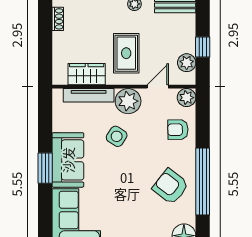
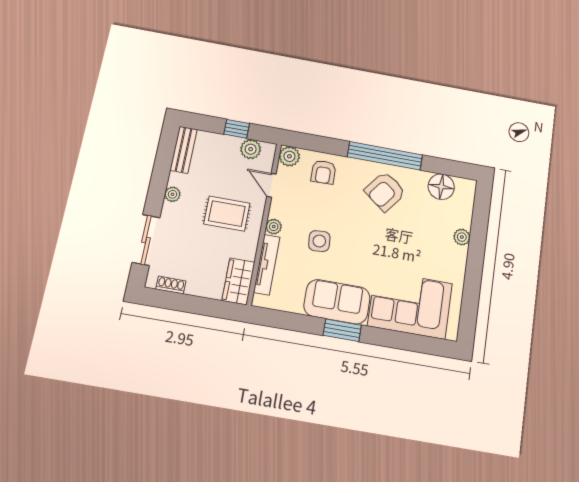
wardrobe: (87, 74) -> (238, 281), moved
plant: (128, 101) -> (274, 227), width x0.53, depth x0.53
side table: (117, 136) -> (319, 241), turned -38

